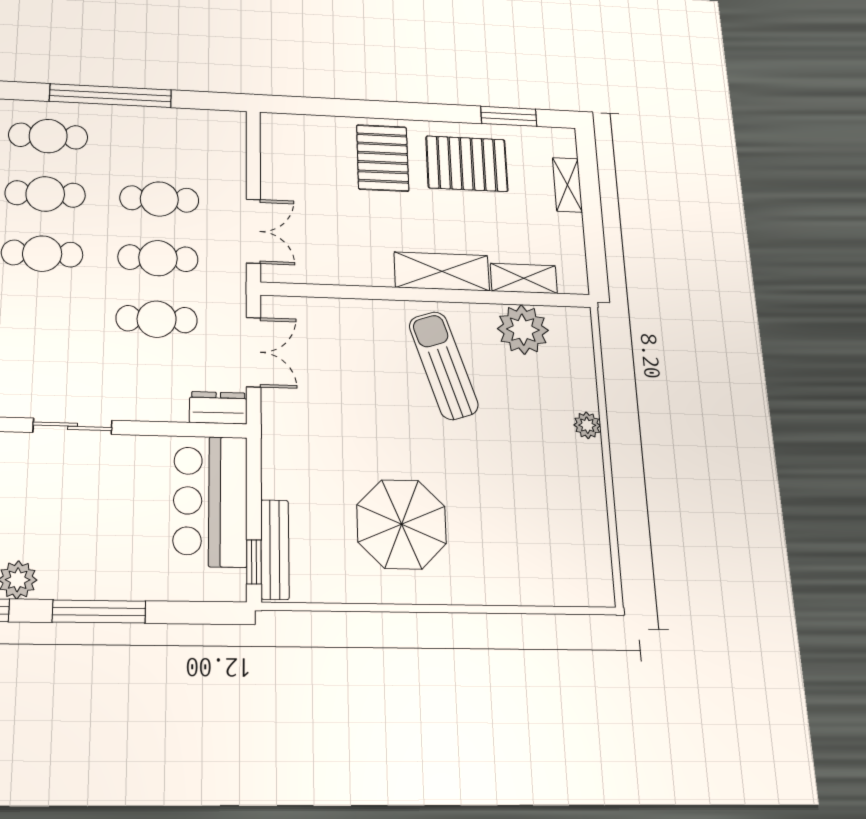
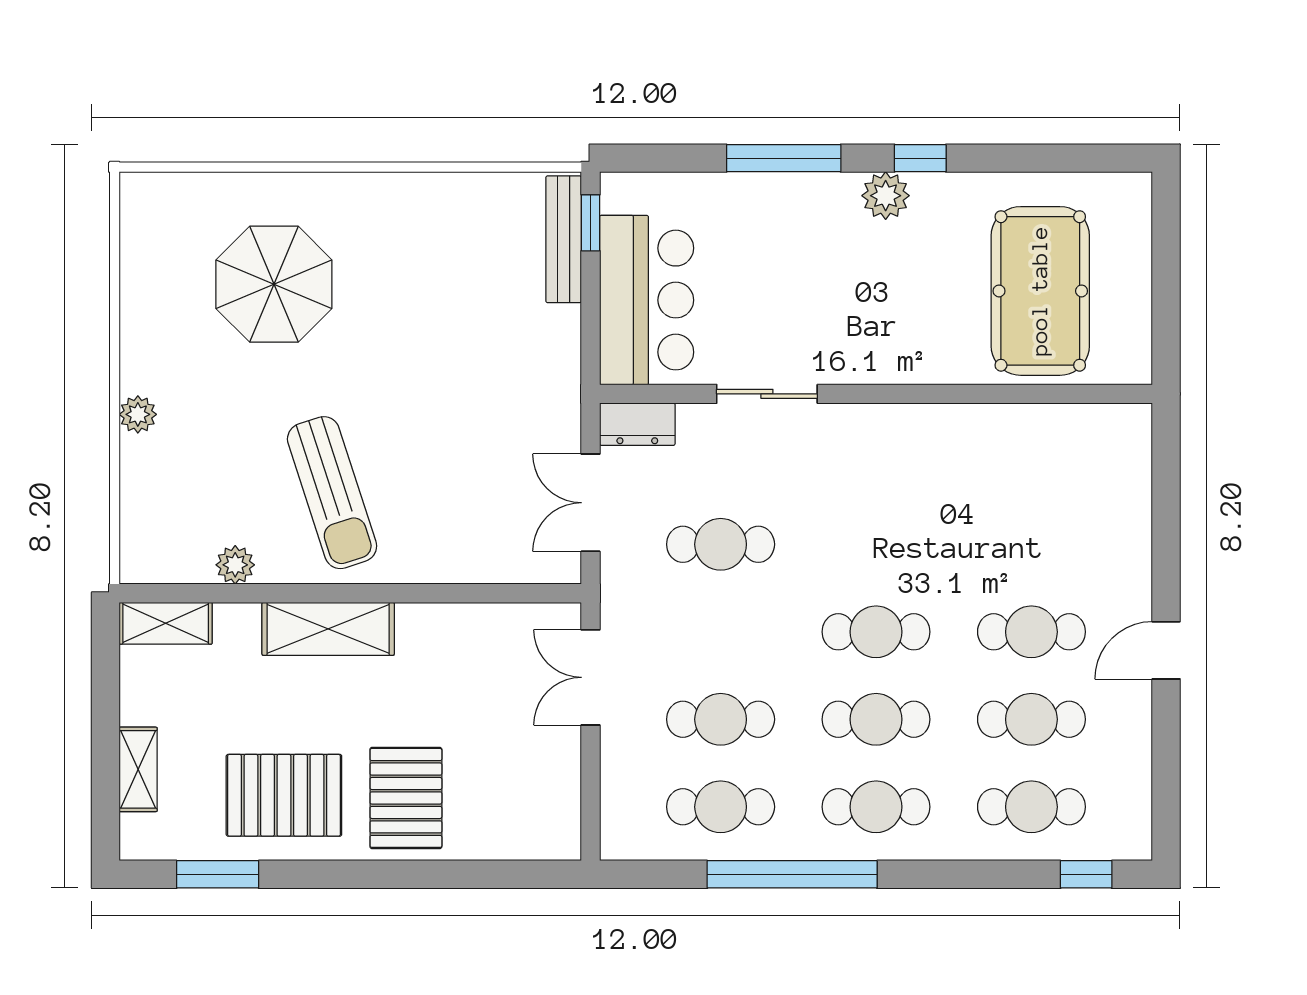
cafe table: (158, 258) -> (721, 807), moved
shelving: (524, 278) -> (166, 623), moved
plant: (523, 330) -> (235, 565), width x0.53, depth x0.53
sliding door: (73, 426) -> (767, 394), moved
parasol: (402, 524) -> (274, 284), moved

